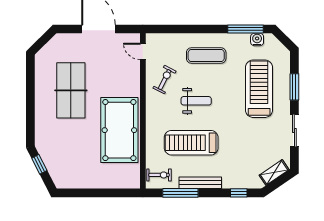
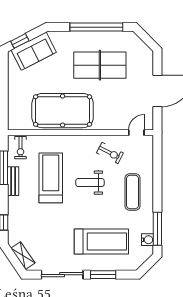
window: (30, 94) -> (96, 27), added
weight bench: (196, 101) -> (90, 183), turned 90
sliding door: (294, 131) -> (62, 275), width x1.37
sofa: (56, 161) -> (34, 51), added
window: (39, 164) -> (20, 41), moved
bench: (200, 183) -> (13, 181), width x0.73

